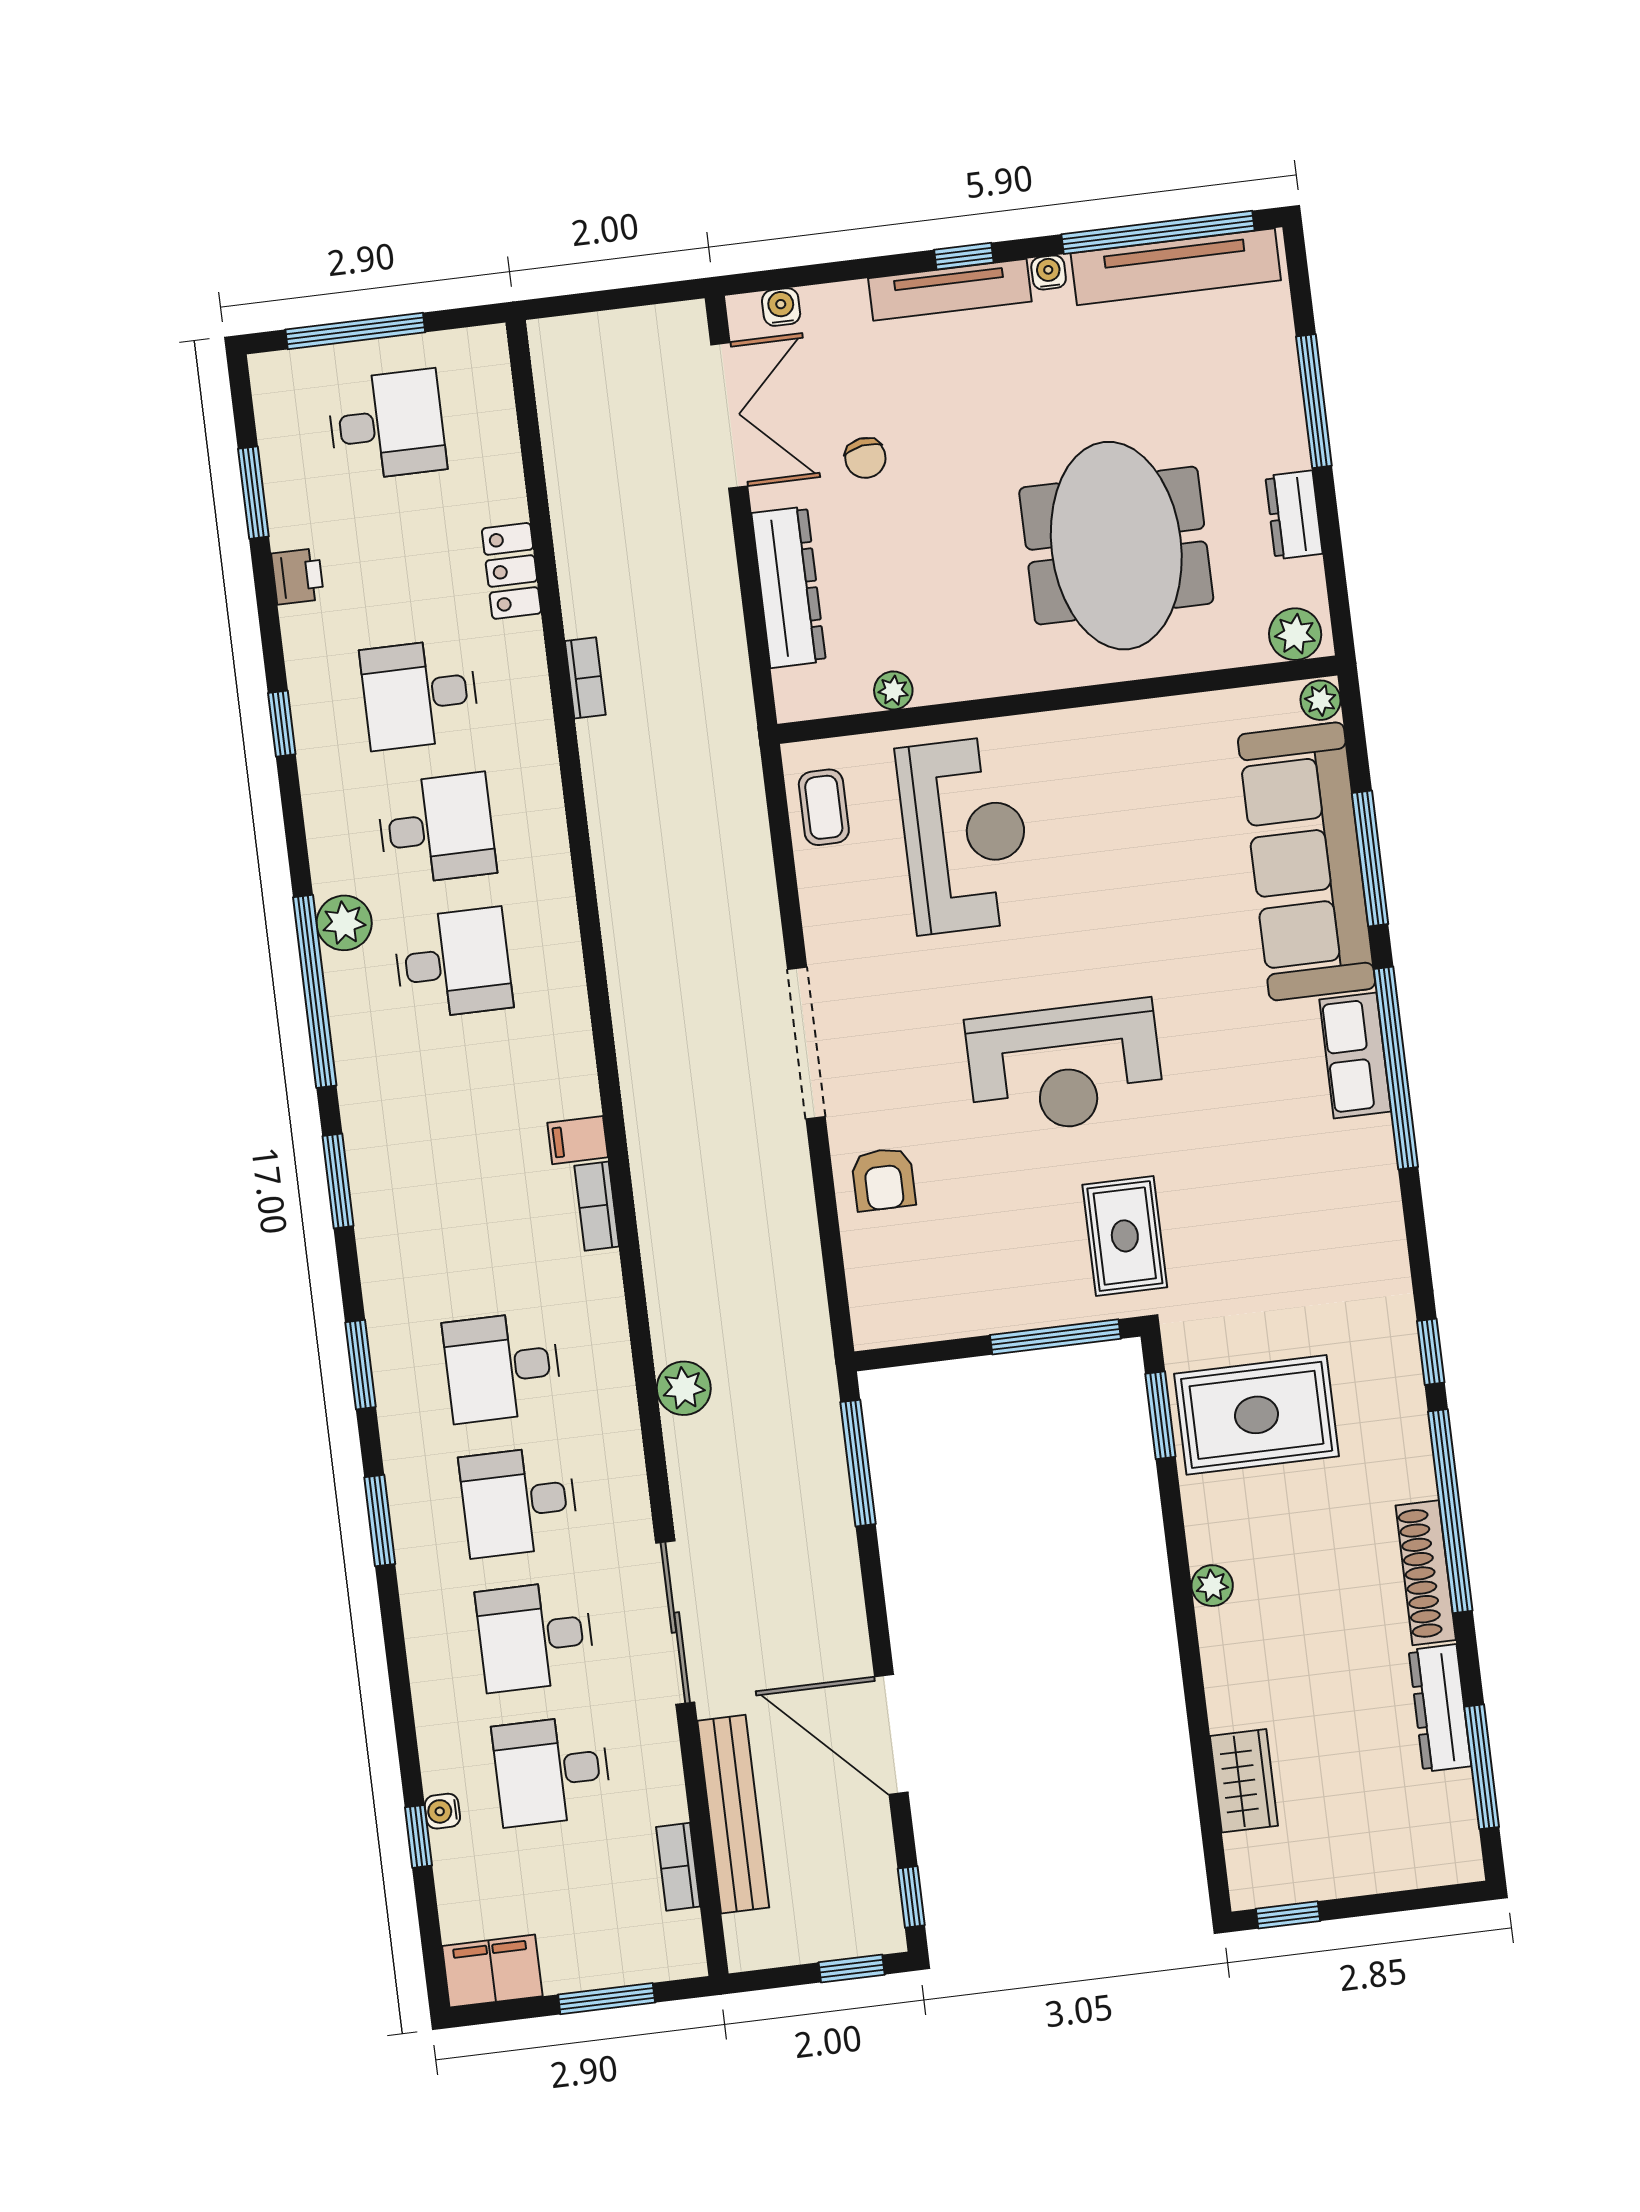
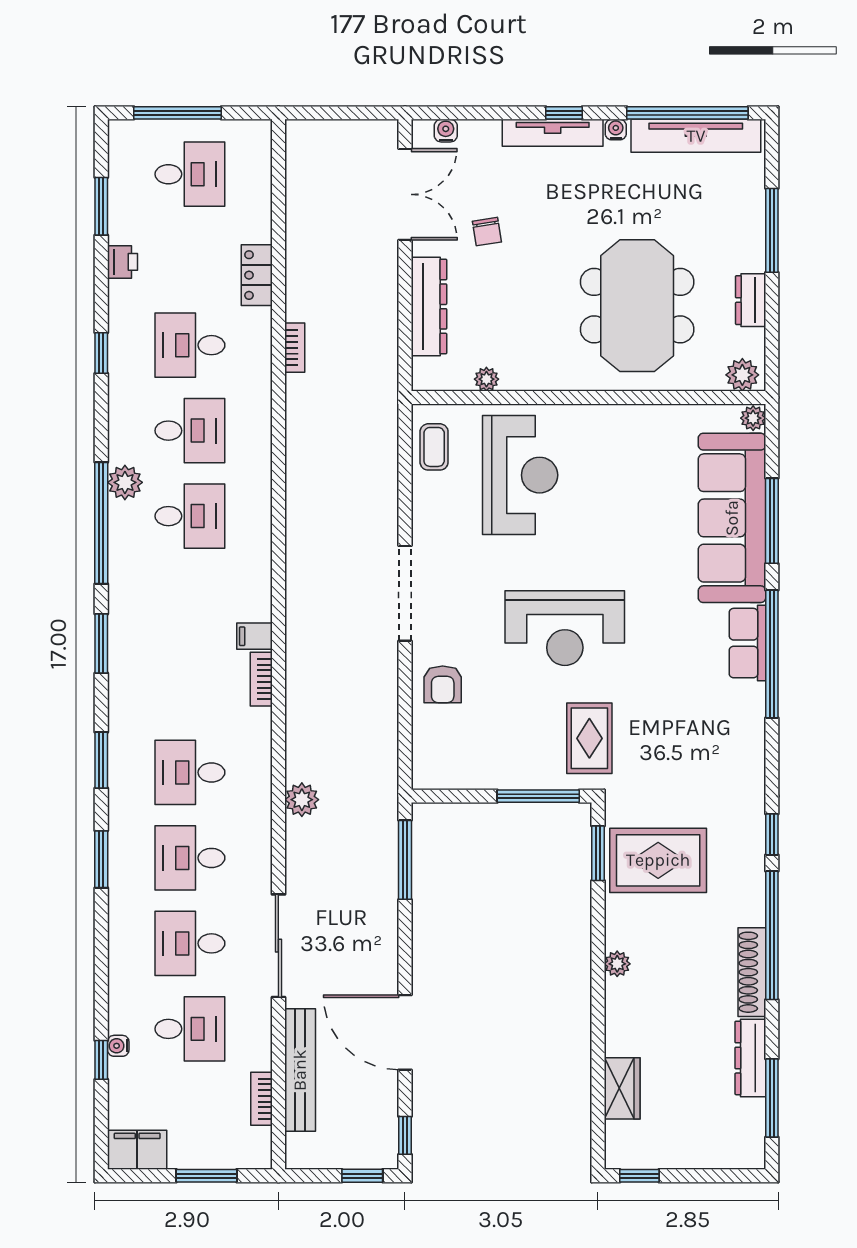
desk: (552, 1771) -> (190, 1029), turned 180

